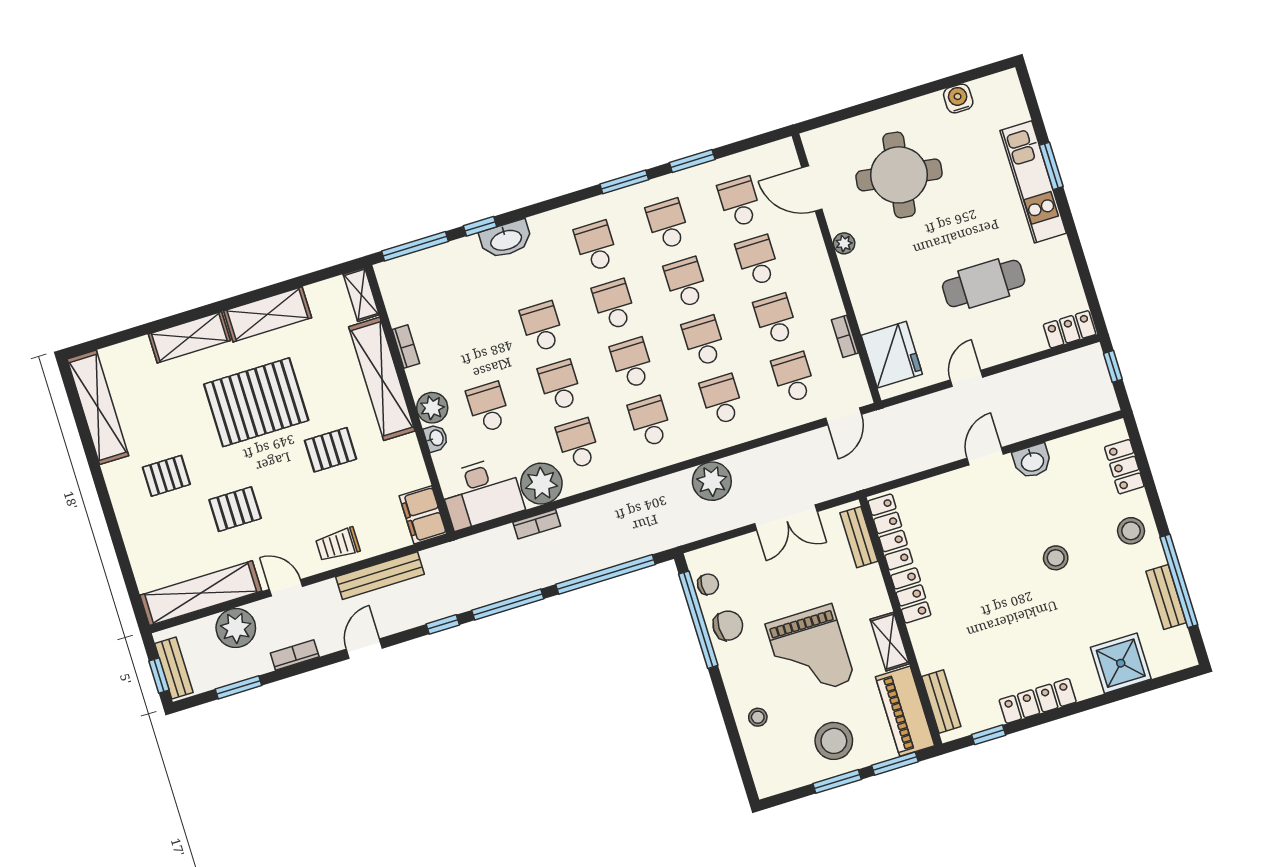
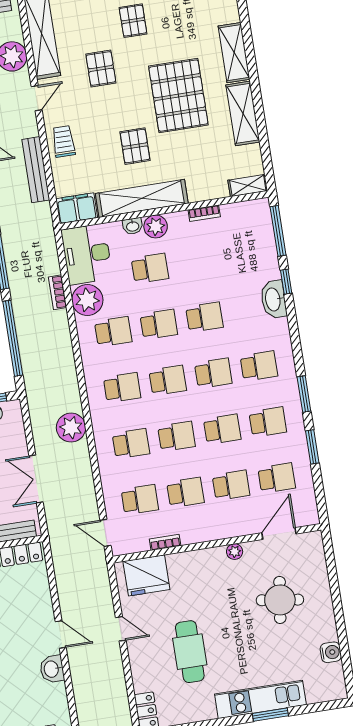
round table: (899, 175) -> (280, 600), width x0.73, depth x0.73
shelving: (382, 379) -> (142, 198), moved

